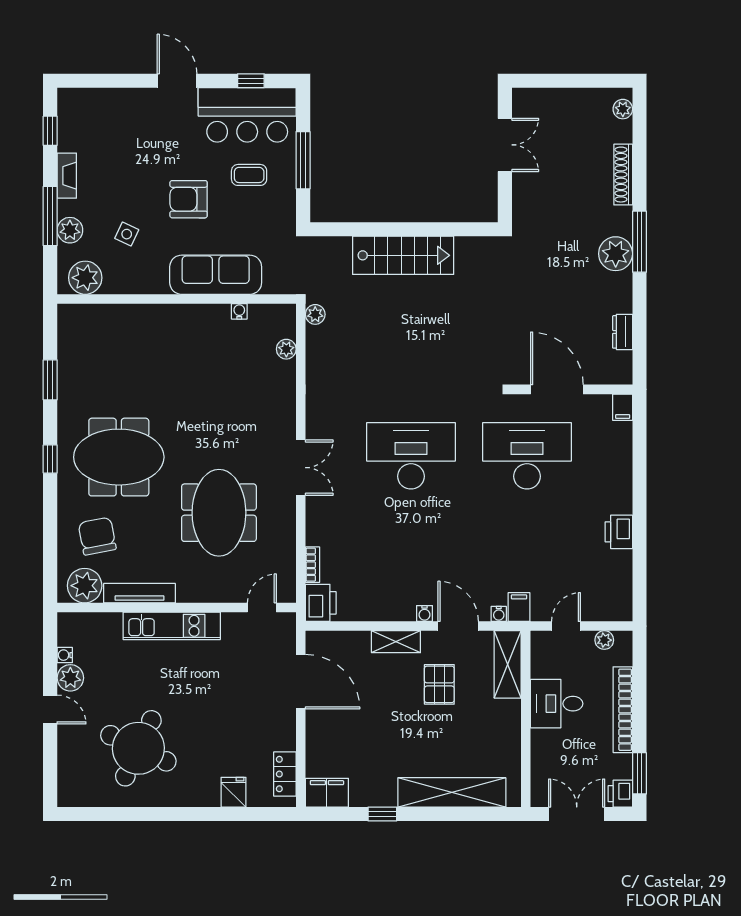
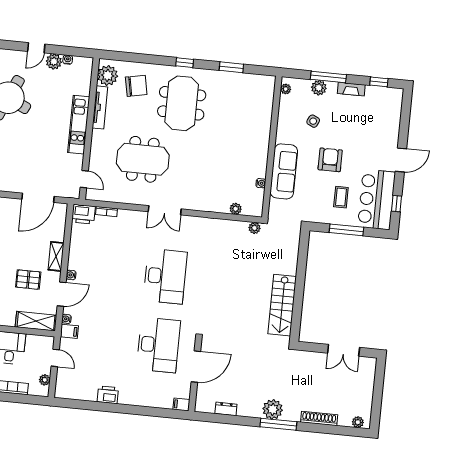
stairs: (403, 255) -> (282, 305), moved
plant: (85, 278) -> (286, 89), width x0.53, depth x0.53

